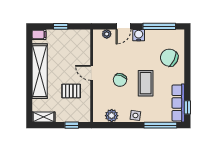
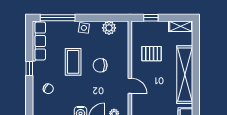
chair: (169, 58) -> (48, 89), width x0.54, depth x0.54
door: (92, 73) -> (130, 86), moved
chair: (120, 80) -> (100, 65), turned -110
window: (187, 107) -> (29, 69), moved

